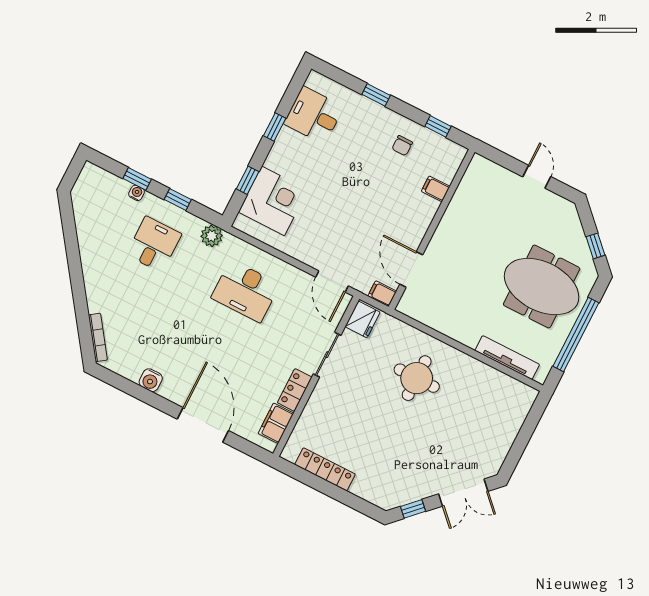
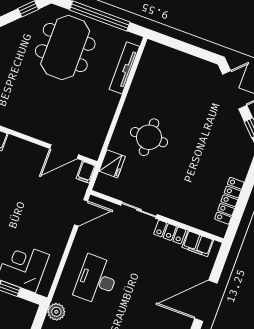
desk: (245, 291) -> (97, 280), turned 180
fridge: (363, 319) -> (112, 164), moved, turned 90

